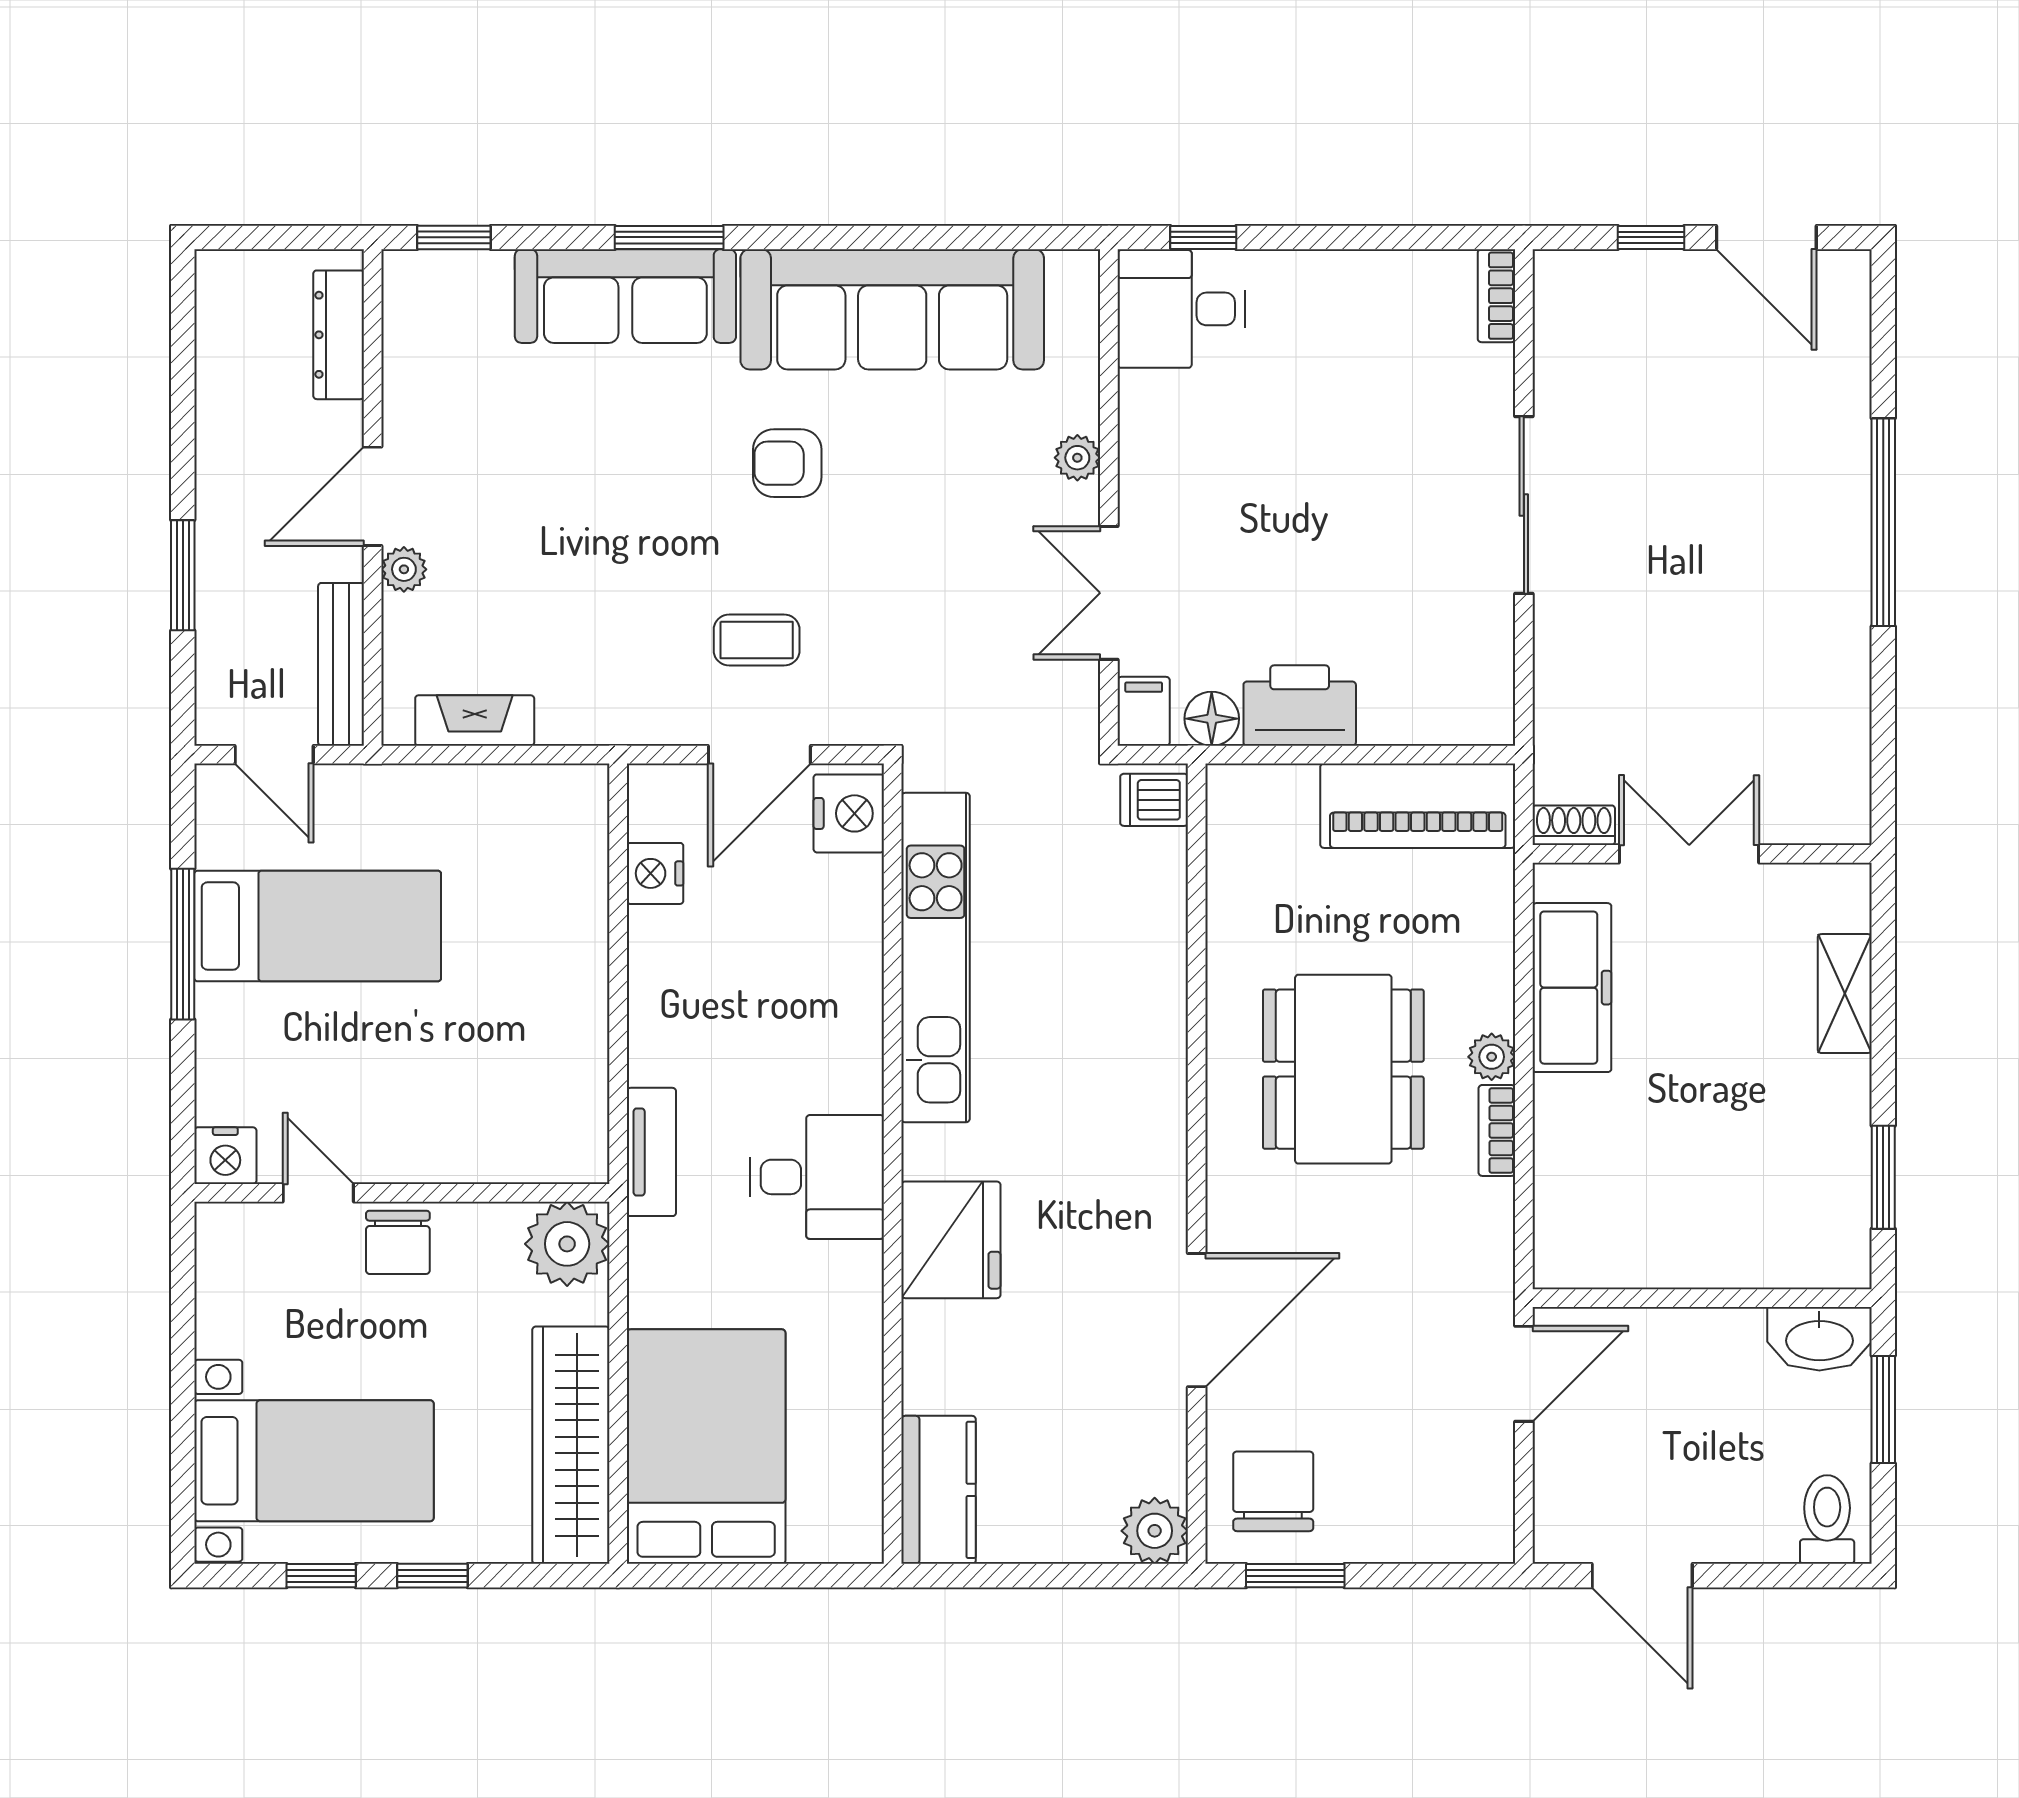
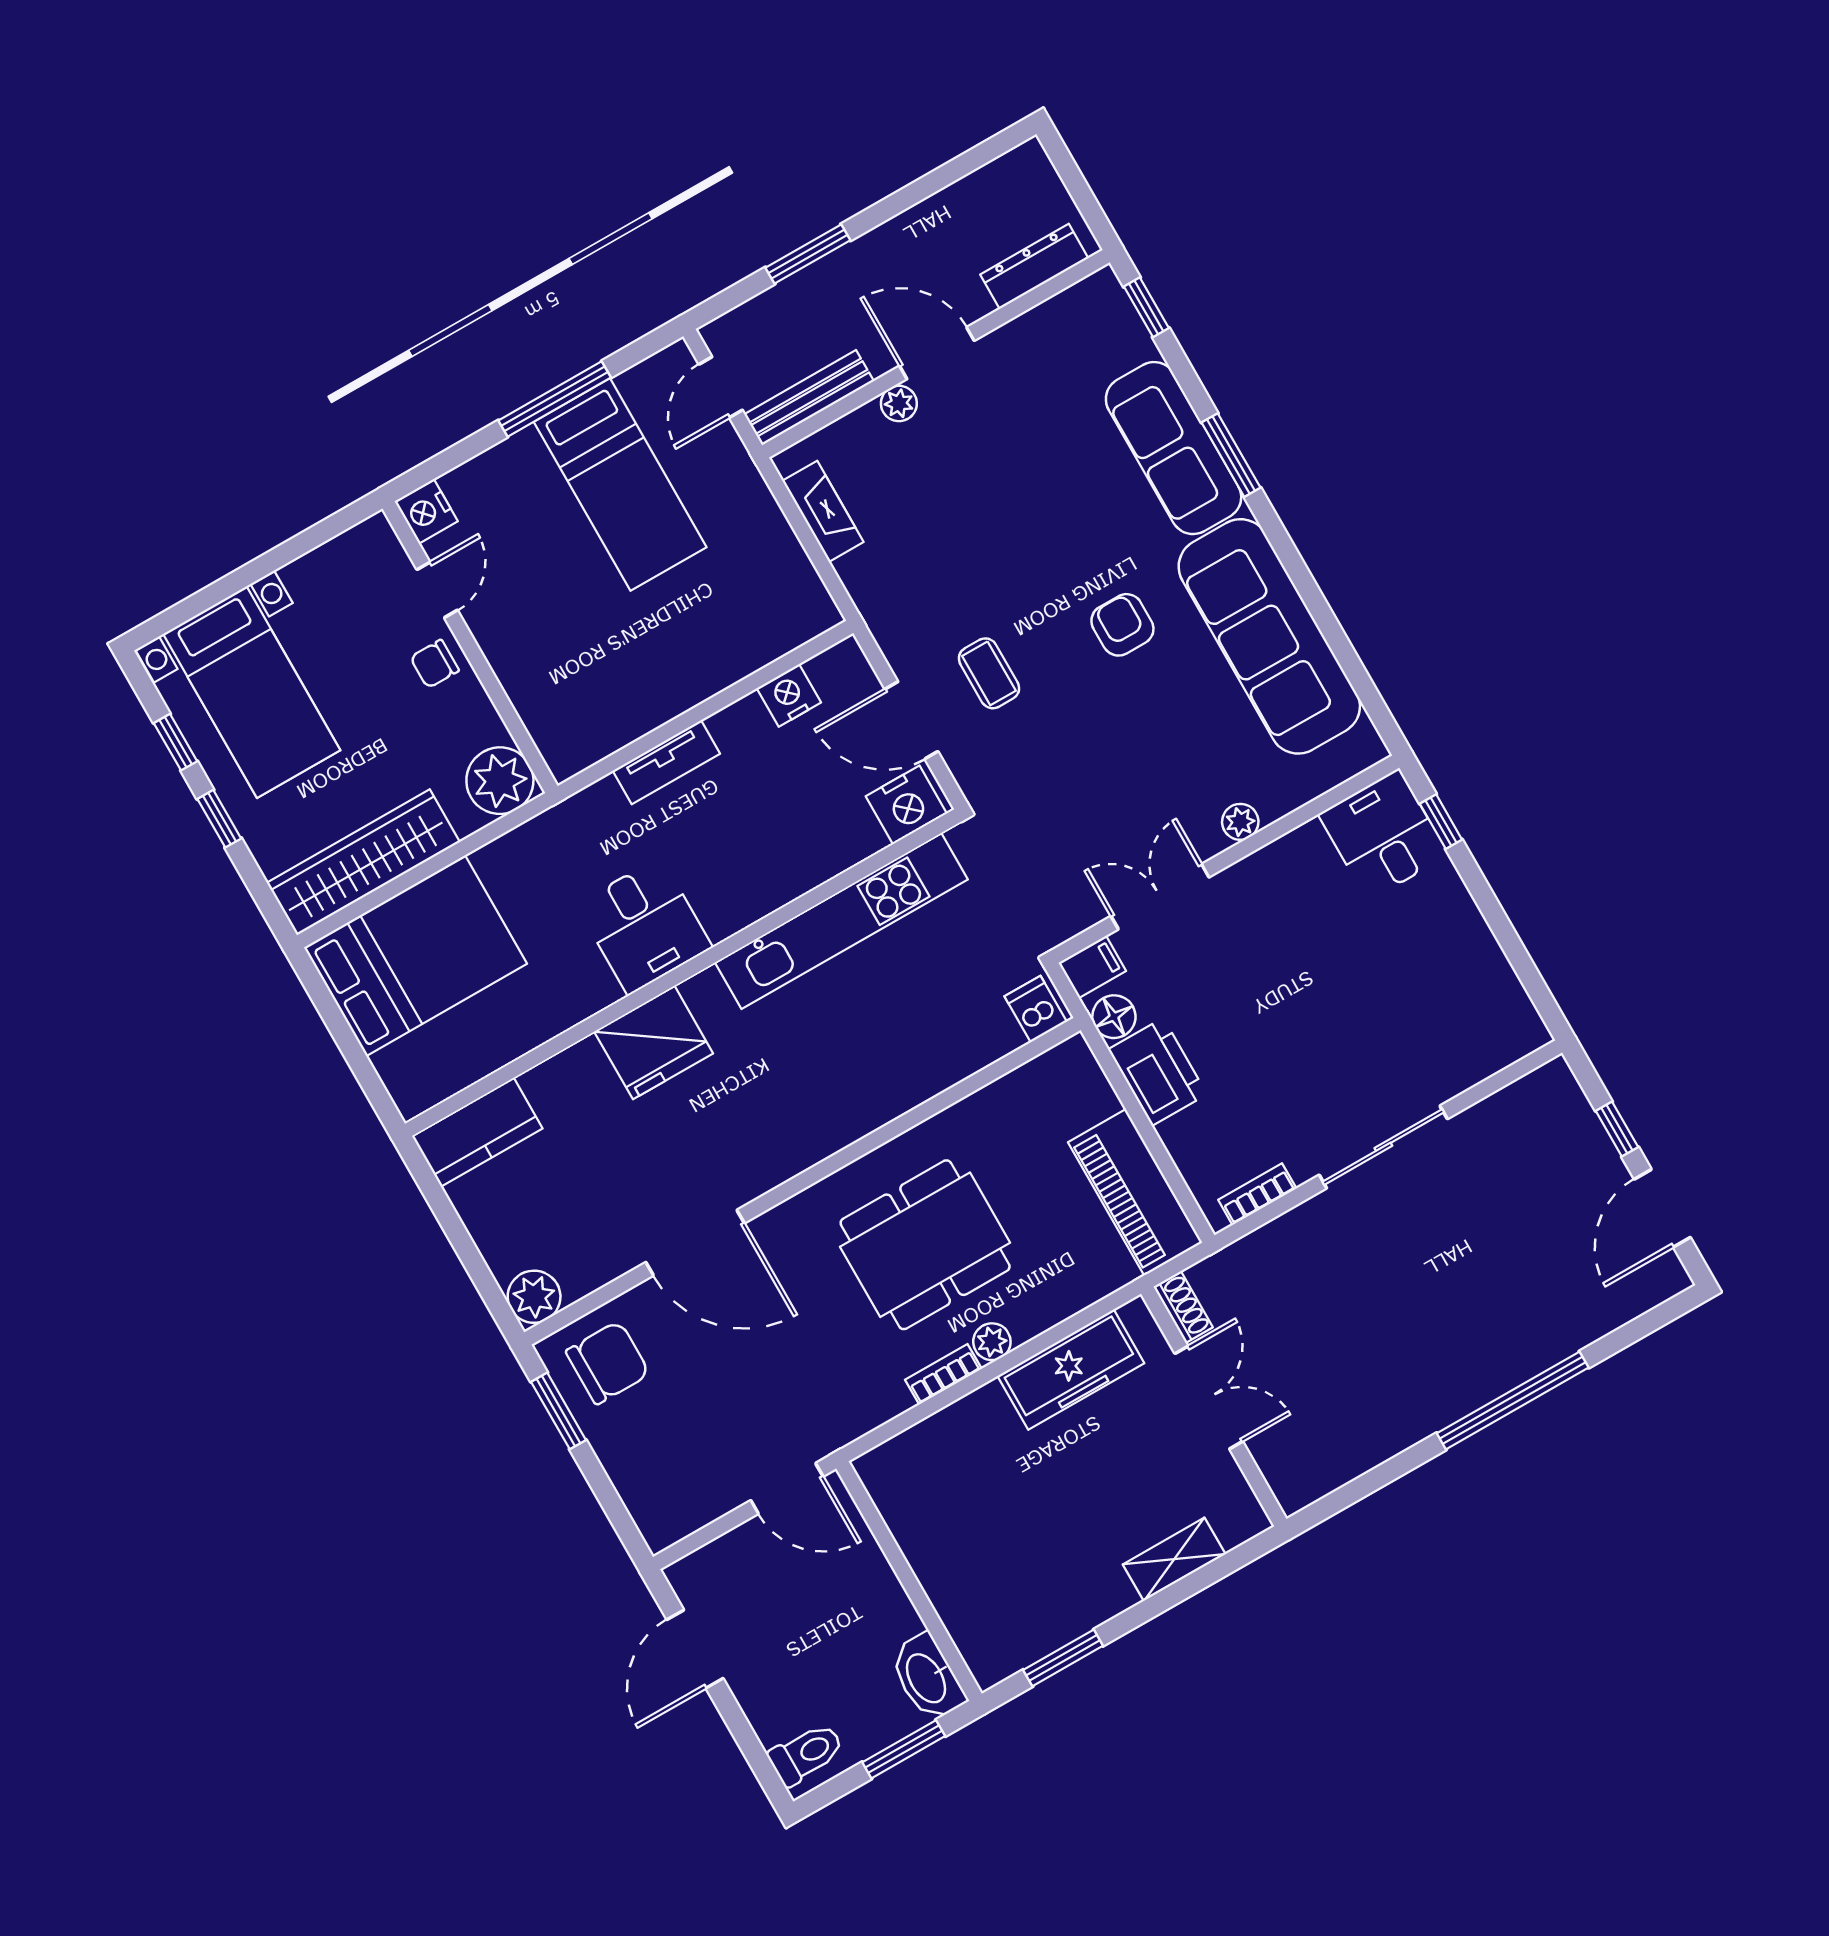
bookcase: (1496, 296) -> (1257, 1194), moved
tv unit: (651, 1152) -> (666, 762), moved
chair: (398, 1242) -> (435, 664), width x0.73, depth x0.73

